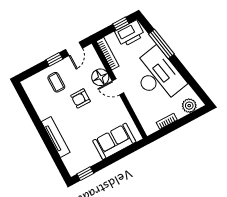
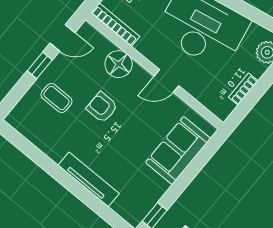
door: (74, 49) -> (63, 38), hinge flipped
door: (118, 87) -> (166, 81), moved
armchair: (81, 98) -> (102, 107), turned 90

